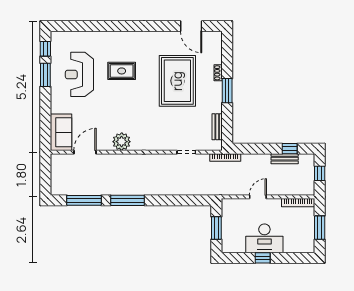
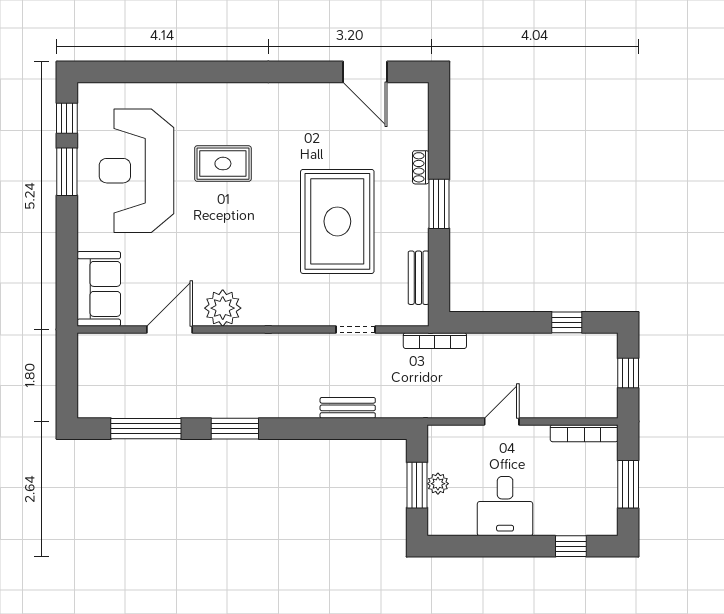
reception desk: (79, 74) -> (136, 171), width x1.36, depth x1.30
rug: (177, 81) -> (337, 221), moved
door: (85, 152) -> (170, 329), moved
bench: (285, 159) -> (348, 408), moved
window: (127, 200) -> (235, 429), width x0.69
plant: (227, 227) -> (438, 484), added
desk: (264, 238) -> (505, 506), width x0.73
window: (263, 258) -> (571, 546), moved

